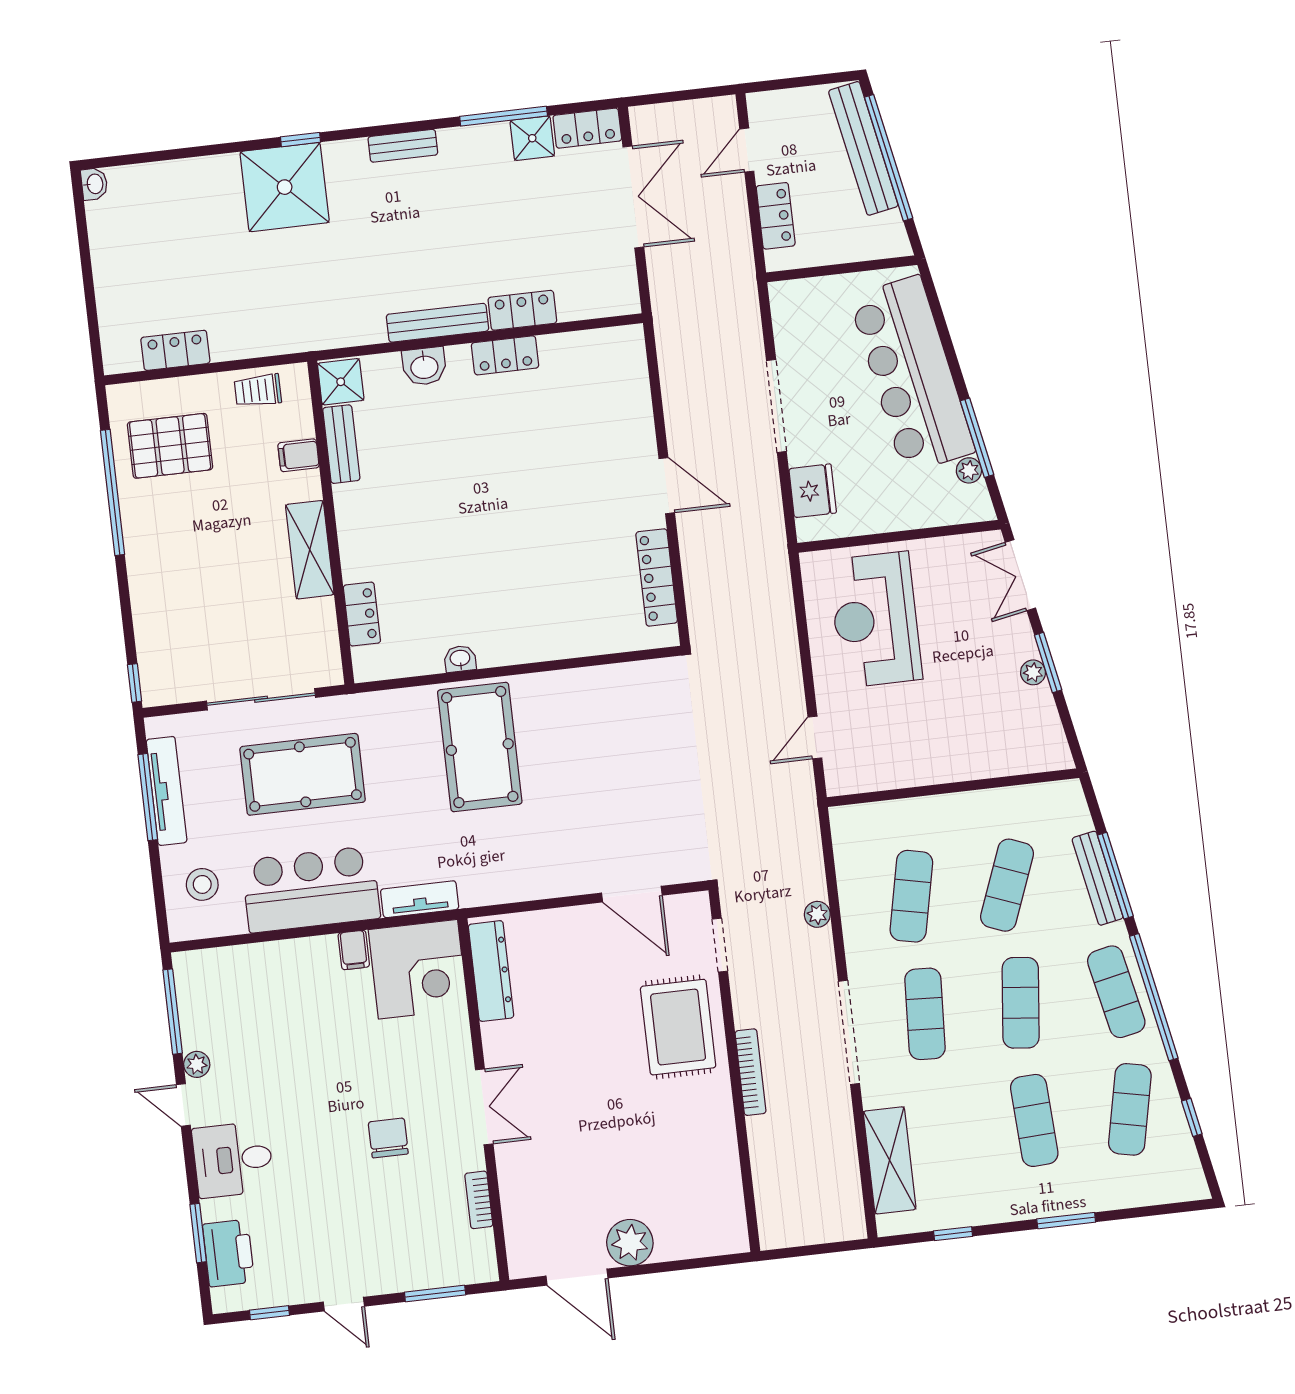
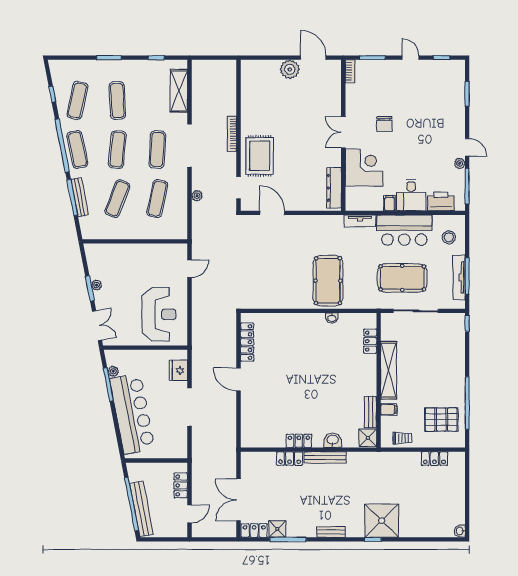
shelving: (310, 550) -> (389, 370), width x1.47
corner desk: (418, 969) -> (364, 168), moved, turned 90
desk: (233, 1159) -> (411, 195), moved, turned 90
bookcase: (479, 1200) -> (350, 71), moved
printer: (228, 1253) -> (441, 201), moved, turned 90

